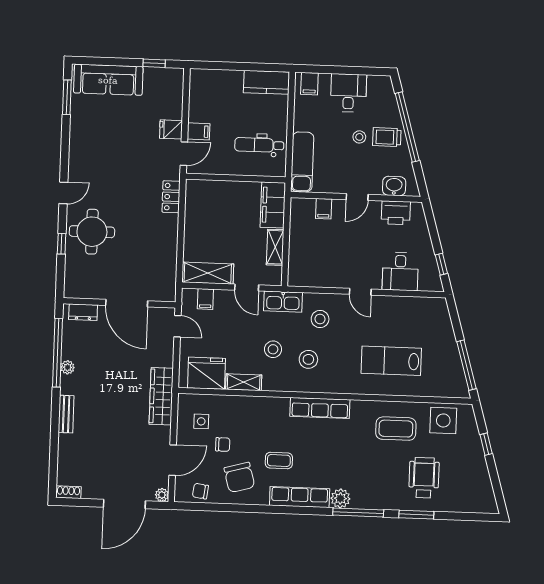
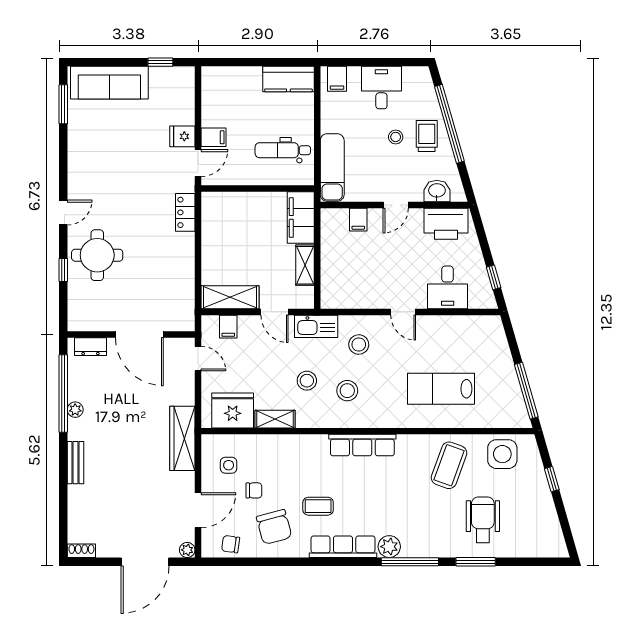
trolley: (387, 137) -> (427, 136), turned 90
printer: (396, 213) -> (446, 224), width x1.37, depth x1.19
coffee table: (396, 429) -> (449, 465), turned -70

